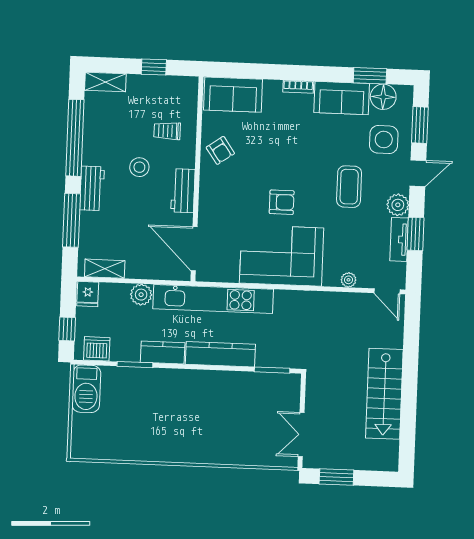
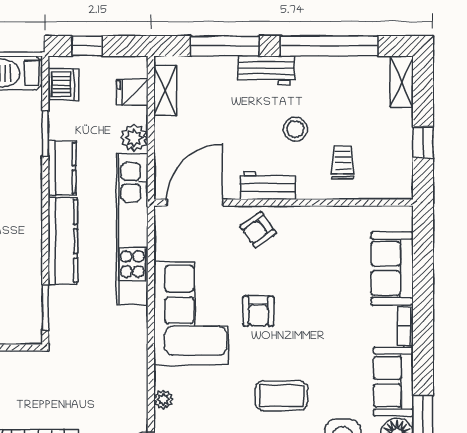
sofa: (233, 95) -> (392, 268), moved
armchair: (220, 150) -> (258, 230), moved
fridge: (88, 294) -> (132, 92), moved

